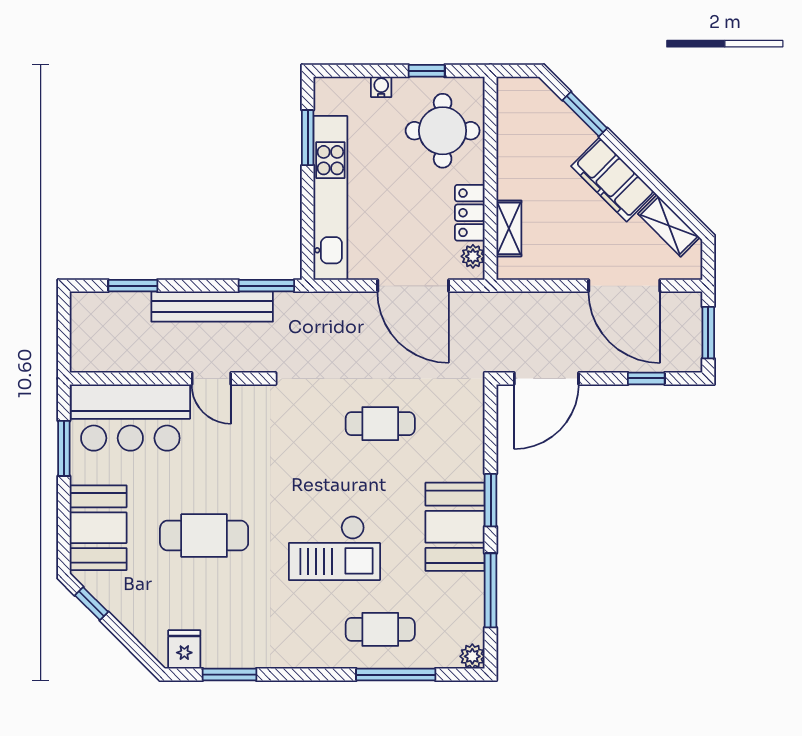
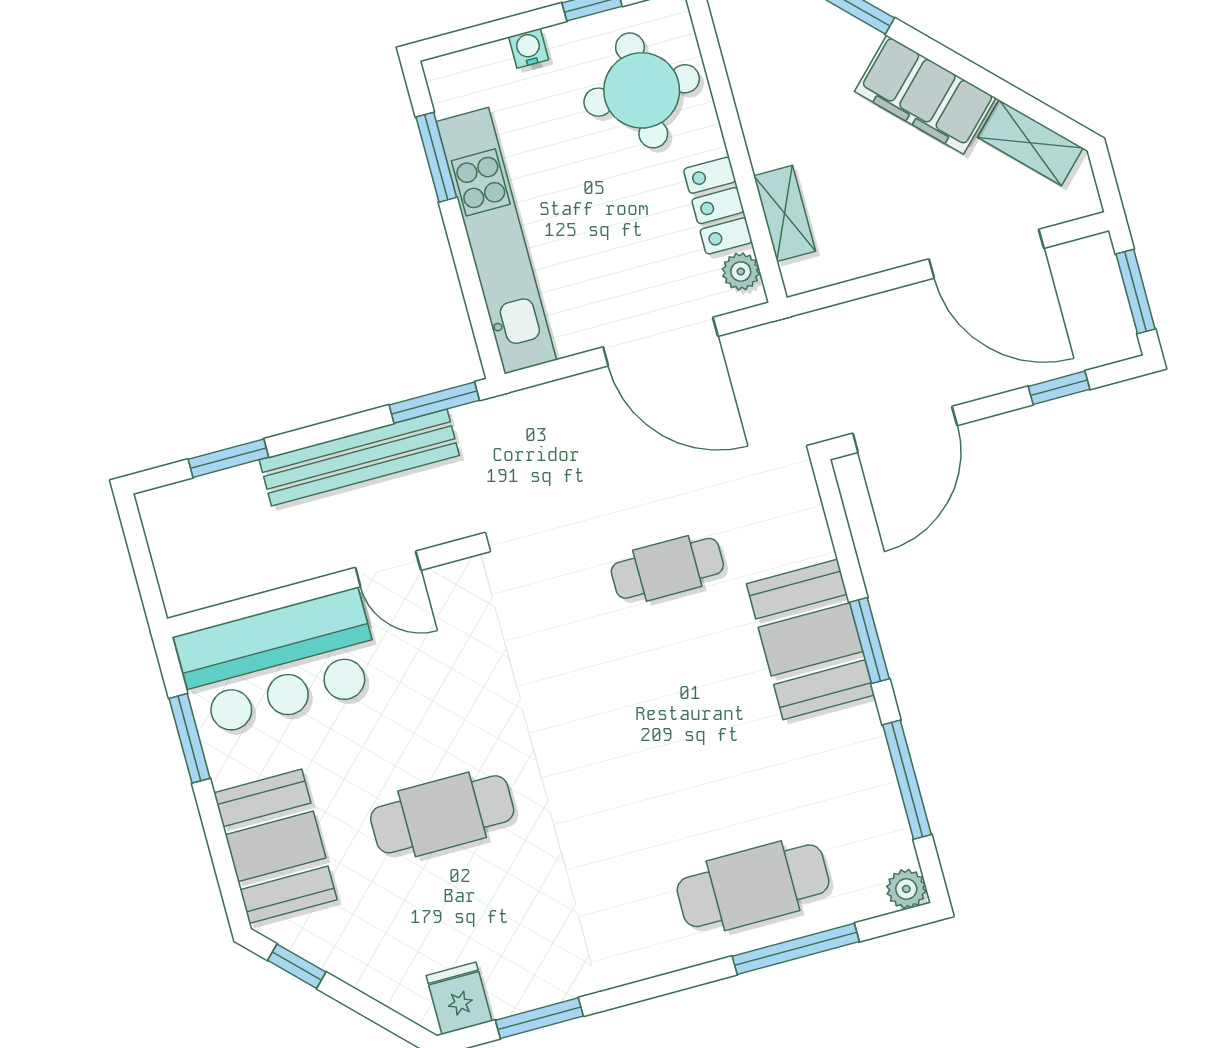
booth: (455, 527) -> (810, 639), moved
checkout: (334, 548) -> (648, 779), removed
cafe table: (380, 629) -> (753, 886), width x1.37, depth x1.35

